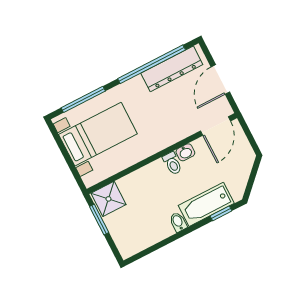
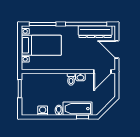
door: (220, 79) -> (117, 49), hinge flipped
shower: (108, 199) -> (30, 81), removed
washing machine: (153, 236) -> (43, 111), added

